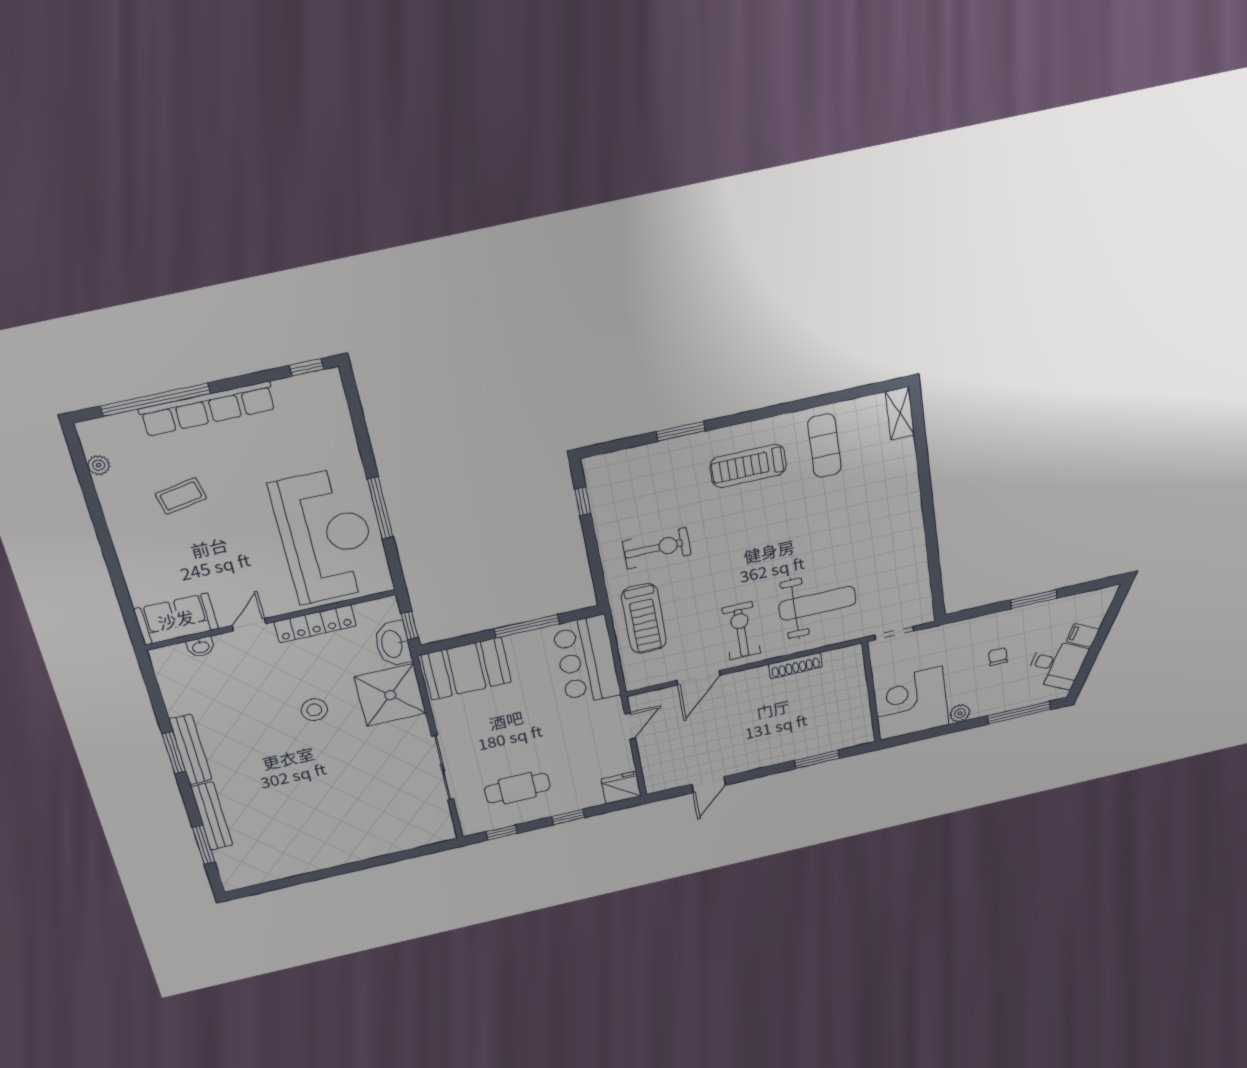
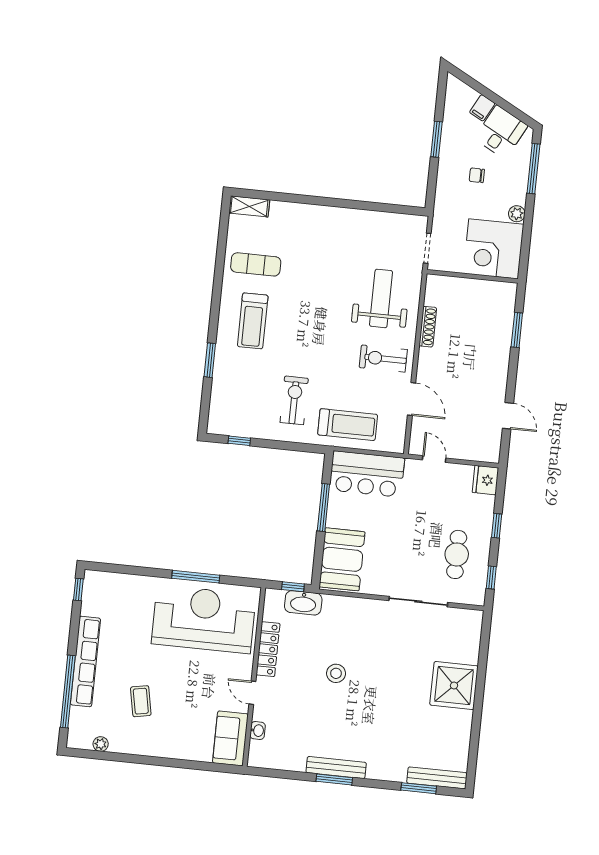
shower: (390, 695) -> (454, 686), moved
bench: (212, 816) -> (437, 778), moved

